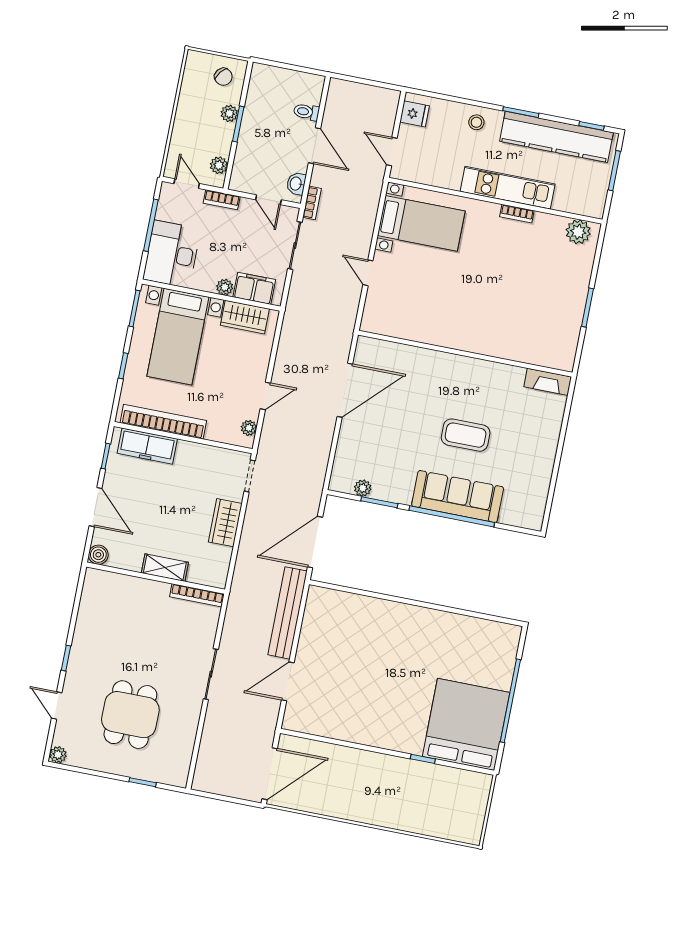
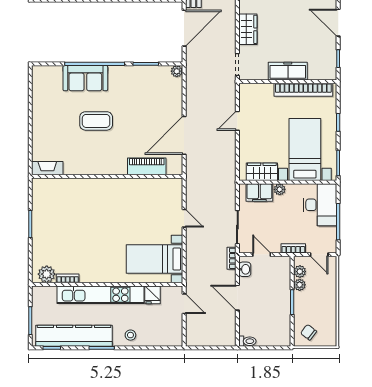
toilet: (306, 112) -> (247, 341), moved
plant: (229, 113) -> (300, 285), moved
fridge: (415, 114) -> (153, 295), moved, turned -90
kitchen unit: (508, 188) -> (100, 295), width x1.36
bookcase: (517, 214) -> (68, 278), moved
piano: (406, 357) -> (147, 166), added
plant: (249, 428) -> (244, 97), removed
freezer: (147, 446) -> (288, 71), moved
plant: (363, 488) -> (177, 71), moved
sofa: (458, 497) -> (85, 78), width x0.73

